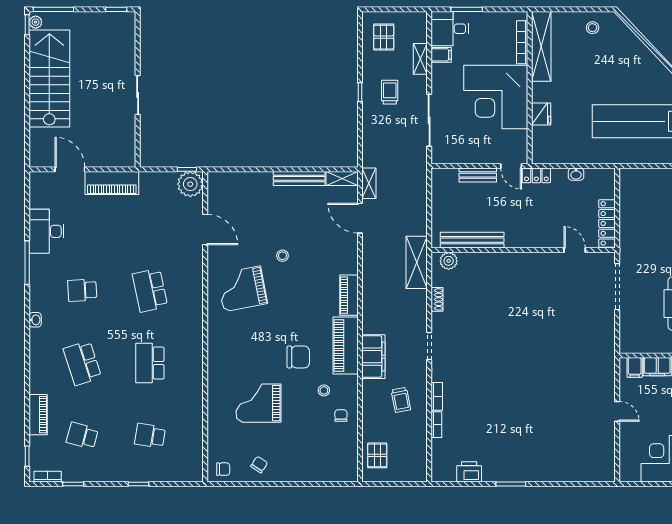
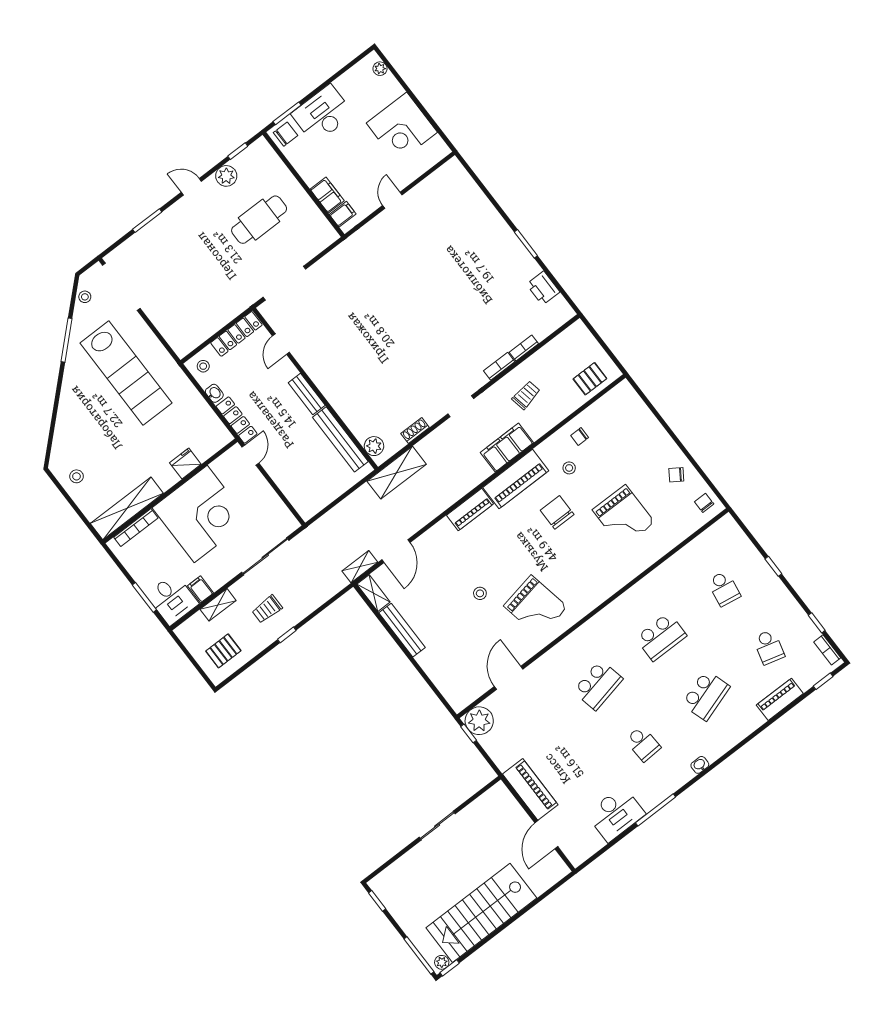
bench: (478, 175) -> (307, 394), moved
locker: (536, 175) -> (237, 420), width x1.53
stool: (602, 181) -> (203, 366), added

